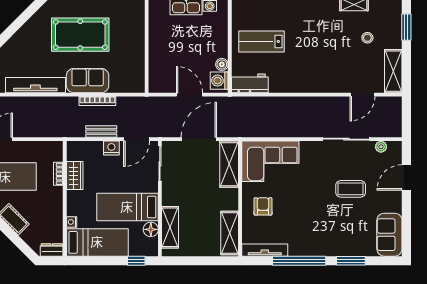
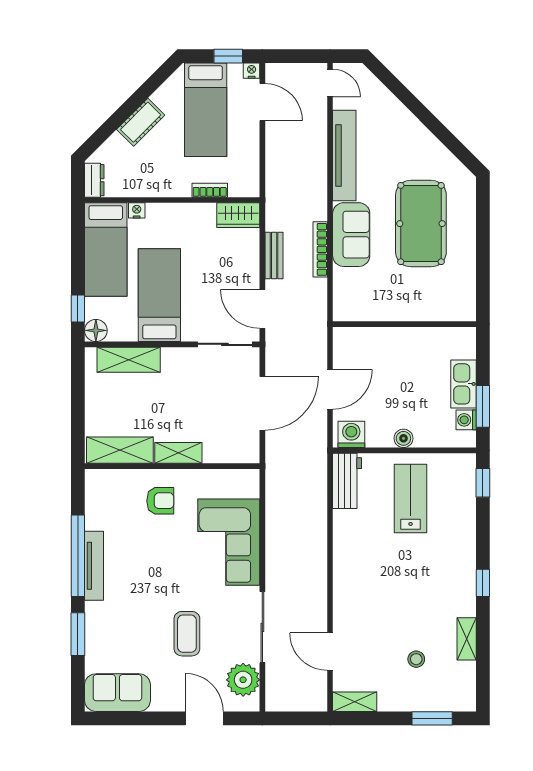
boiler: (222, 64) -> (403, 438), moved
shelving: (393, 71) -> (355, 702), width x0.67, depth x0.75
door: (199, 139) -> (262, 403), hinge flipped
plant: (381, 147) -> (243, 680), width x1.88, depth x1.88
nightstand: (111, 148) -> (249, 271), removed
corner sofa: (270, 161) -> (229, 542), moved
shelving: (229, 164) -> (178, 453), moved, width x0.67, depth x0.75
wardrobe: (75, 176) -> (238, 215), moved
floor lamp: (151, 229) -> (96, 330), moved
tv unit: (265, 250) -> (94, 566), moved

